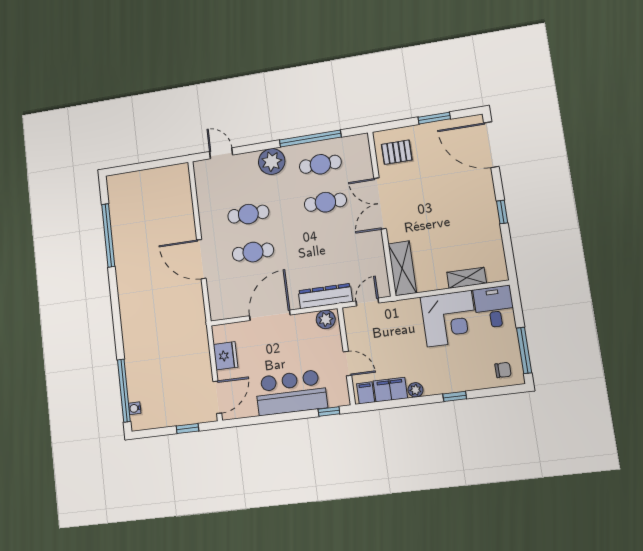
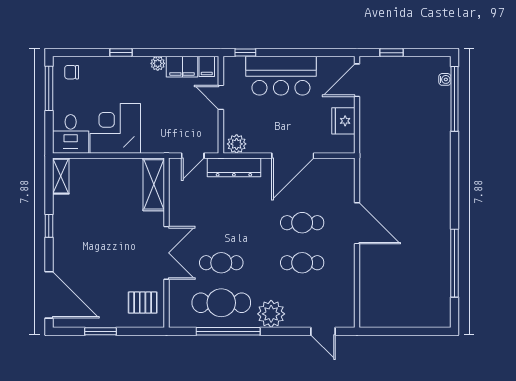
cafe table: (320, 164) -> (221, 303), width x1.37, depth x1.35
shelving: (467, 278) -> (61, 176), moved, turned 90

